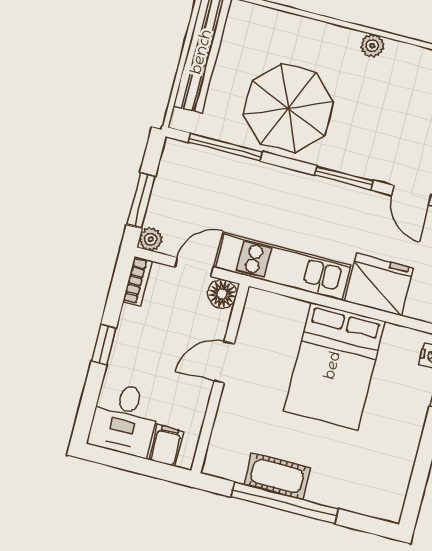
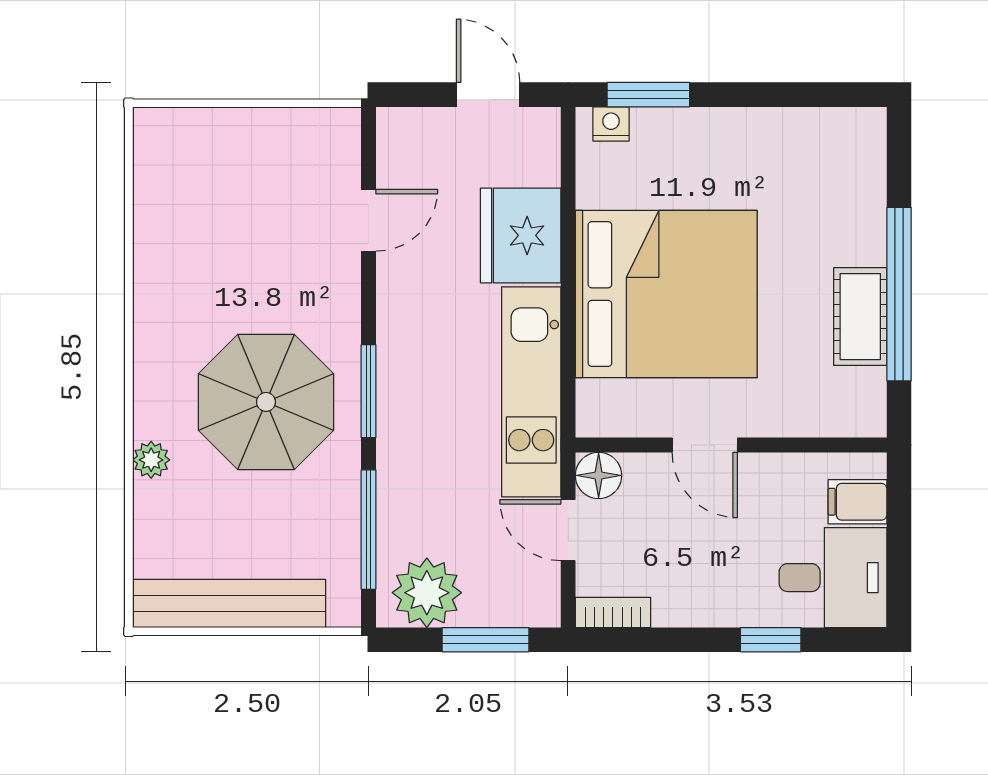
plant: (372, 46) -> (151, 460), moved
parasol: (288, 108) -> (266, 402), moved
window: (344, 178) -> (369, 391), moved
plant: (151, 239) -> (427, 593), moved, width x1.88, depth x1.88
window: (104, 344) -> (771, 640), moved
bed: (334, 366) -> (666, 294), width x1.36

